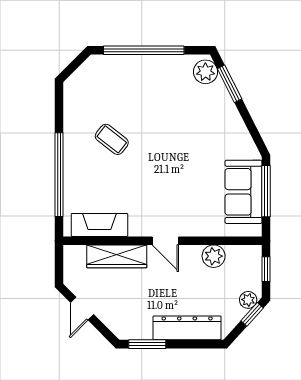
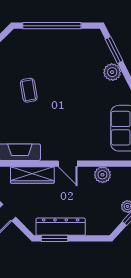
plant: (205, 72) -> (112, 72), moved
coffee table: (112, 139) -> (29, 90), turned 42
dresser: (187, 328) -> (61, 227), moved

